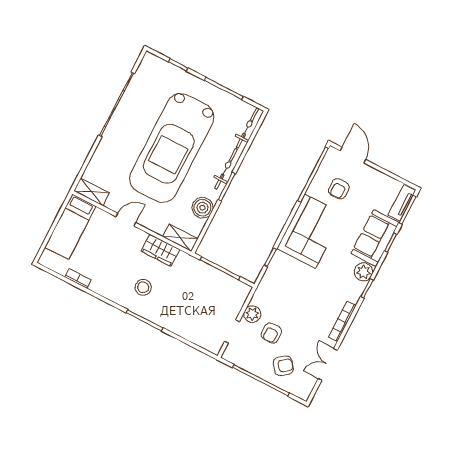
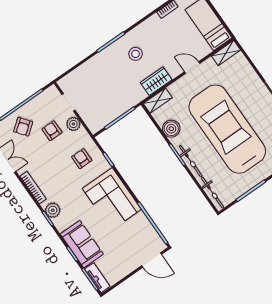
armchair: (339, 189) -> (82, 159), moved
door: (126, 220) -> (192, 67), swing flipped
plant: (363, 272) -> (53, 210), moved

